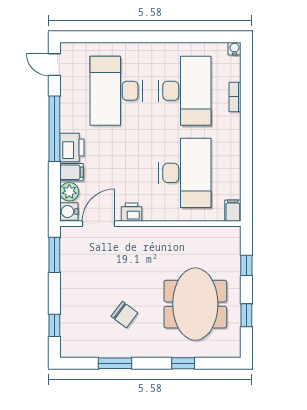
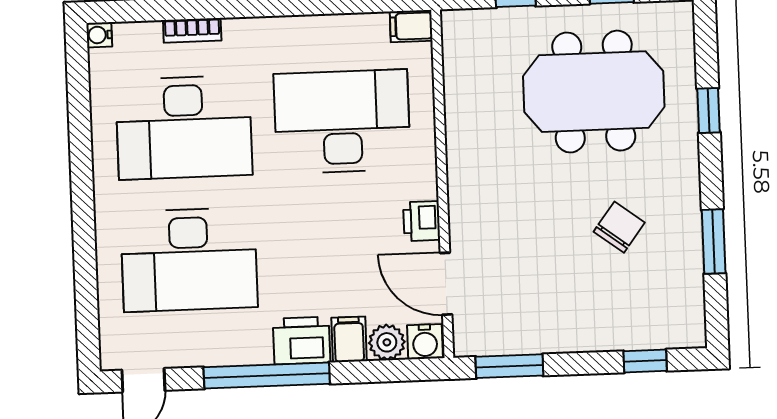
desk: (185, 91) -> (184, 128), turned 180

